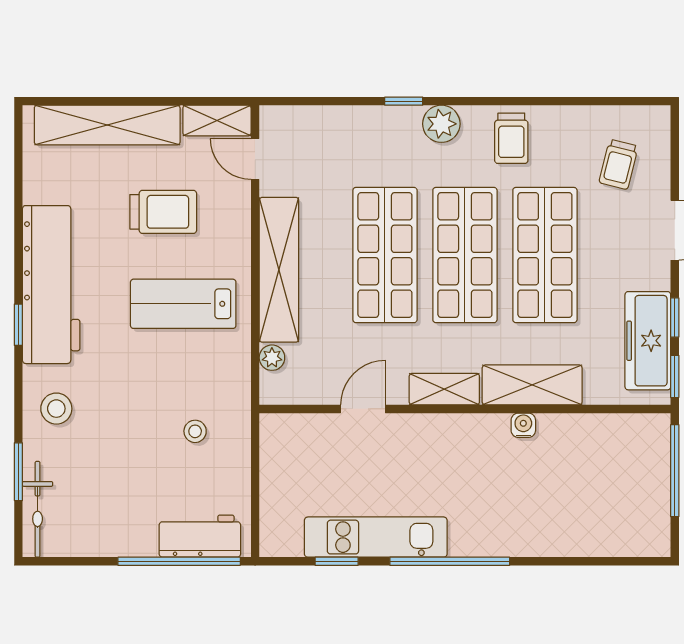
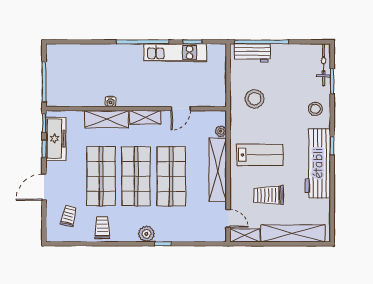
trolley: (511, 138) -> (102, 228), moved
stool: (195, 431) -> (254, 99), width x1.89, depth x1.89

